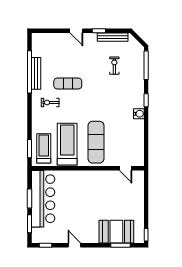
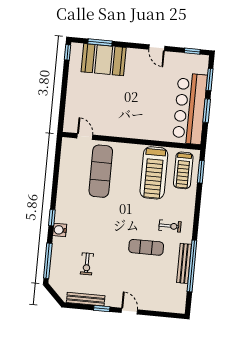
water cooler: (139, 114) -> (60, 230), moved
exercise mat: (96, 142) -> (101, 171), moved

